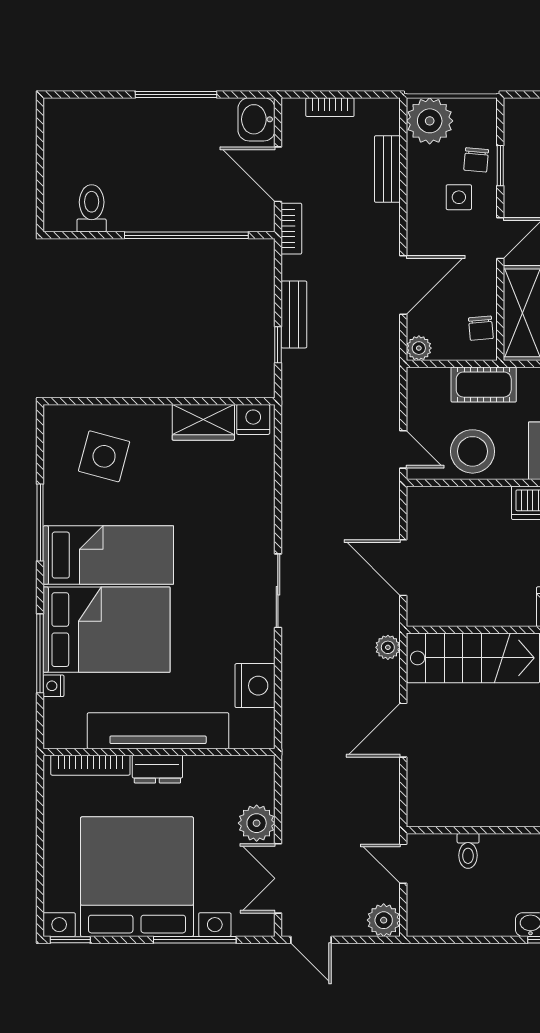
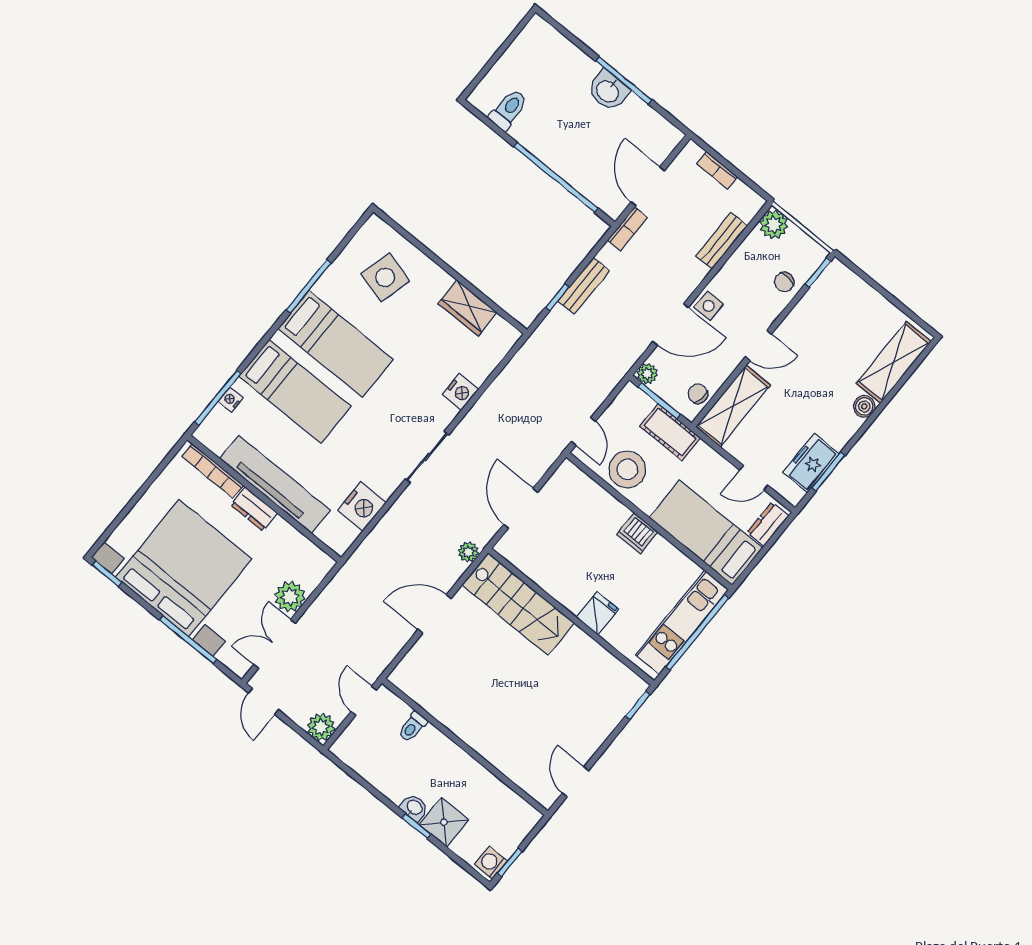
washbasin: (256, 119) -> (608, 91), moved, turned -90
plant: (430, 121) -> (774, 225), width x0.73, depth x0.73
window: (500, 166) -> (818, 273), moved
side table: (459, 197) -> (709, 306), moved
chair: (481, 328) -> (698, 394), turned 105
window: (450, 364) -> (659, 401), added
nightstand: (253, 419) -> (460, 392), moved, turned 90
bed: (107, 630) -> (295, 391), width x0.67
window: (40, 653) -> (218, 398), moved

